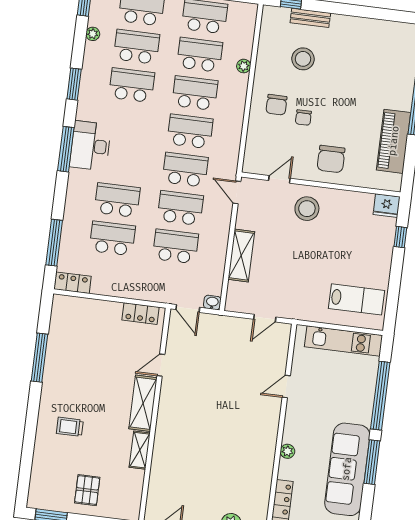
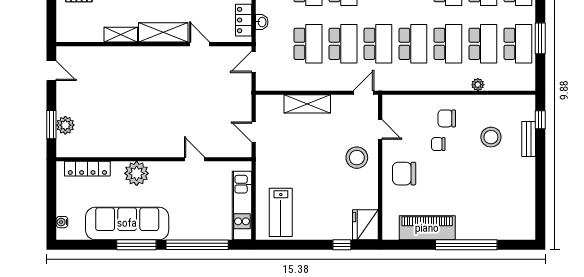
fridge: (387, 206) -> (365, 225), width x1.36, depth x1.34
washbasin: (212, 302) -> (262, 22), moved
plant: (287, 451) -> (137, 173), width x1.88, depth x1.88

